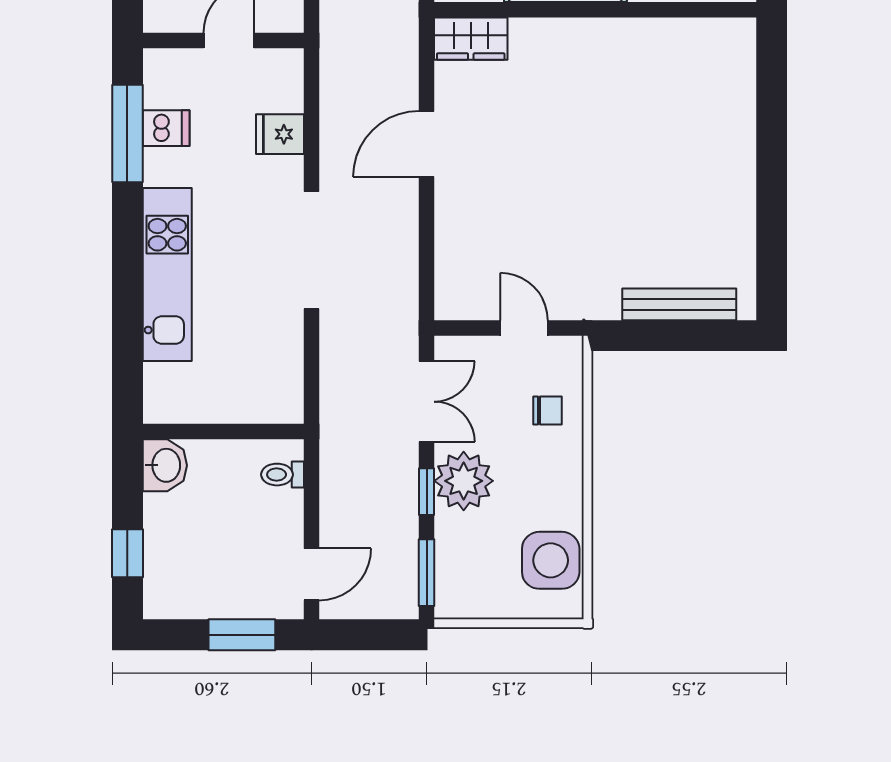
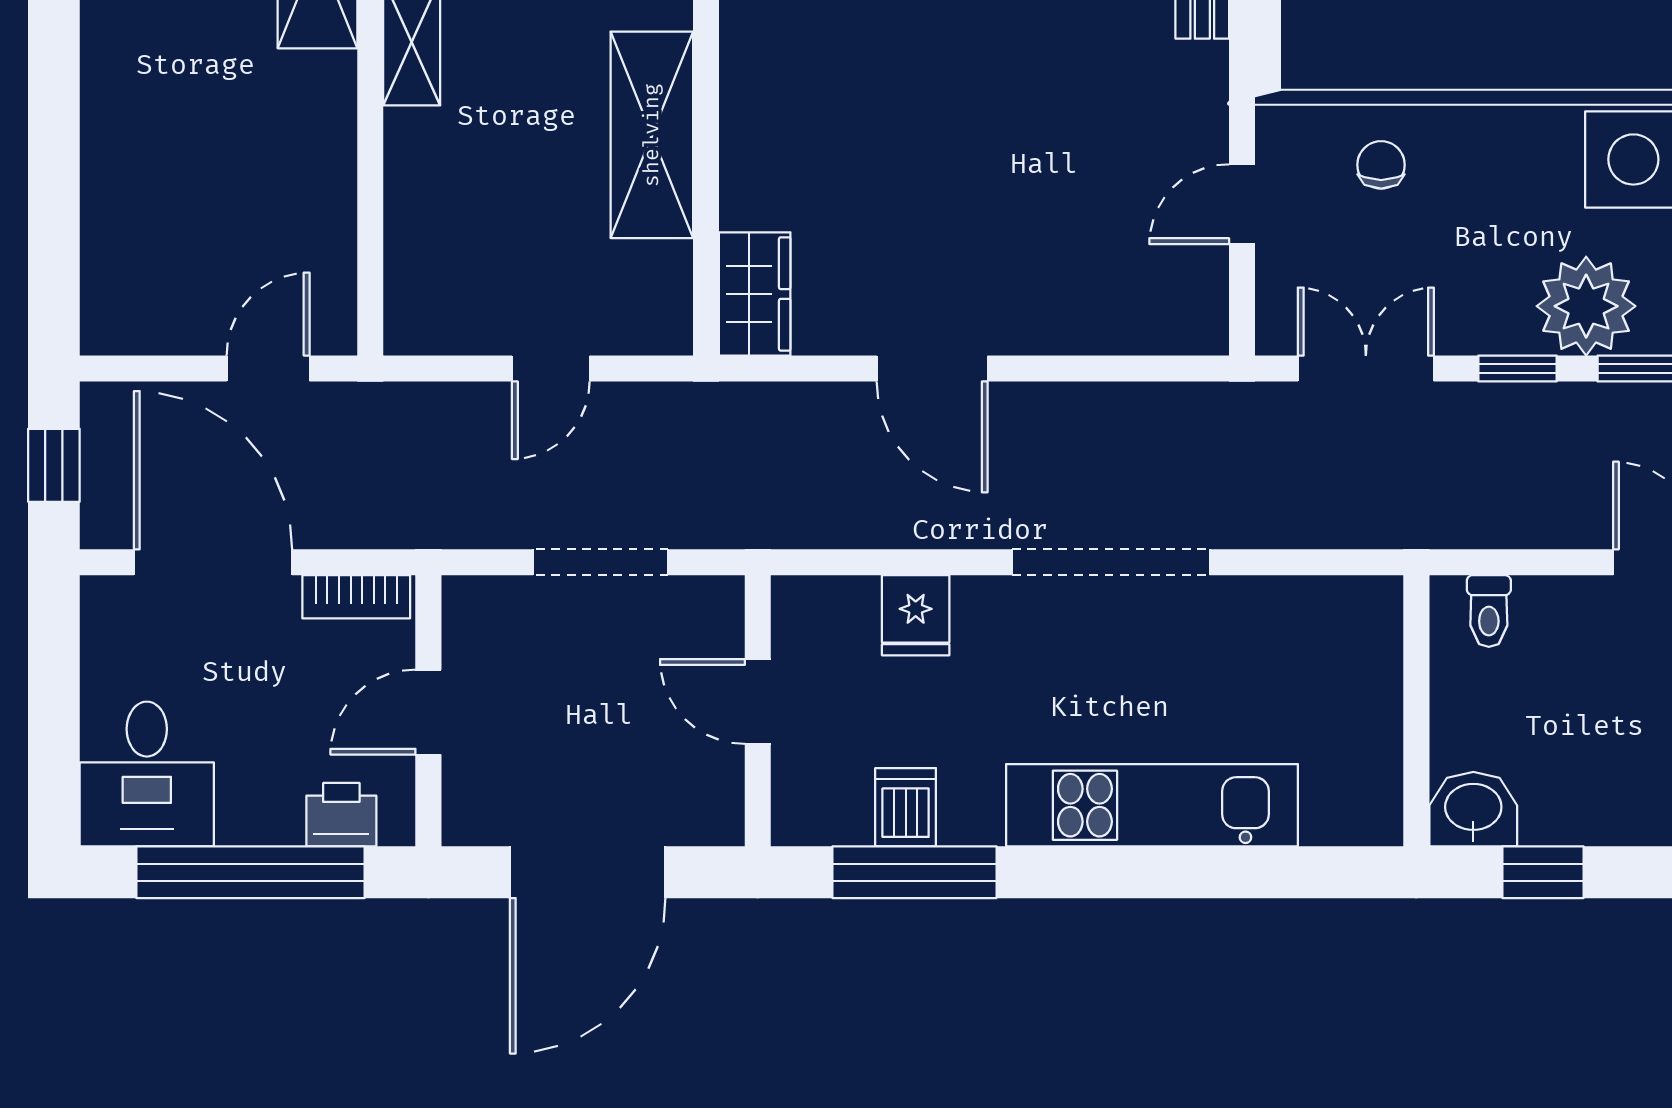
plant: (464, 481) -> (1586, 306), moved
window: (127, 553) -> (1543, 872), moved

